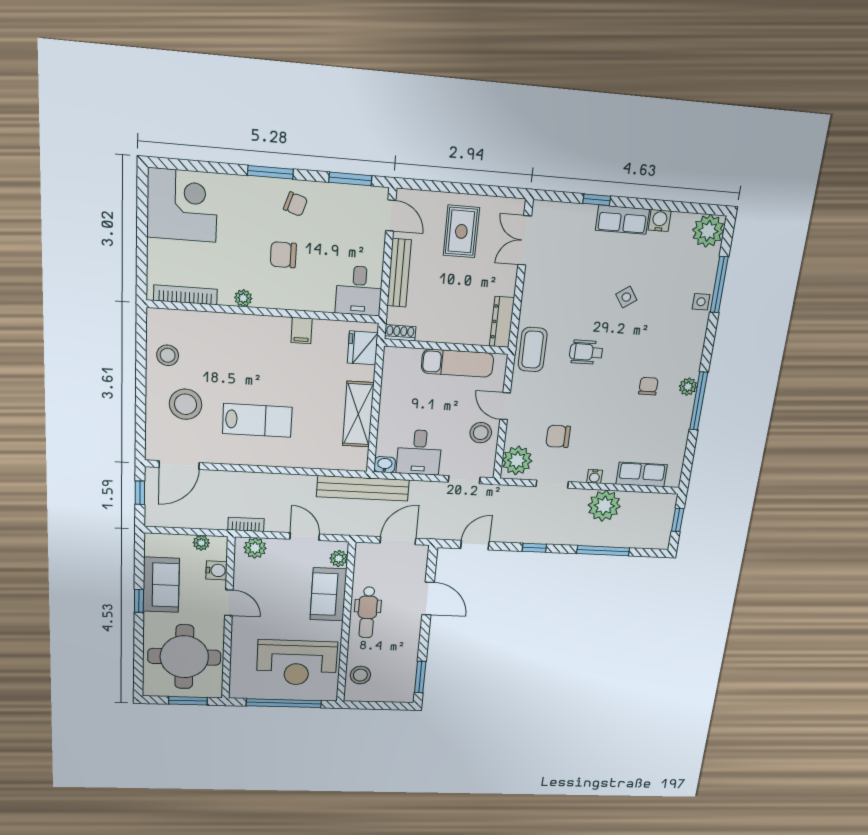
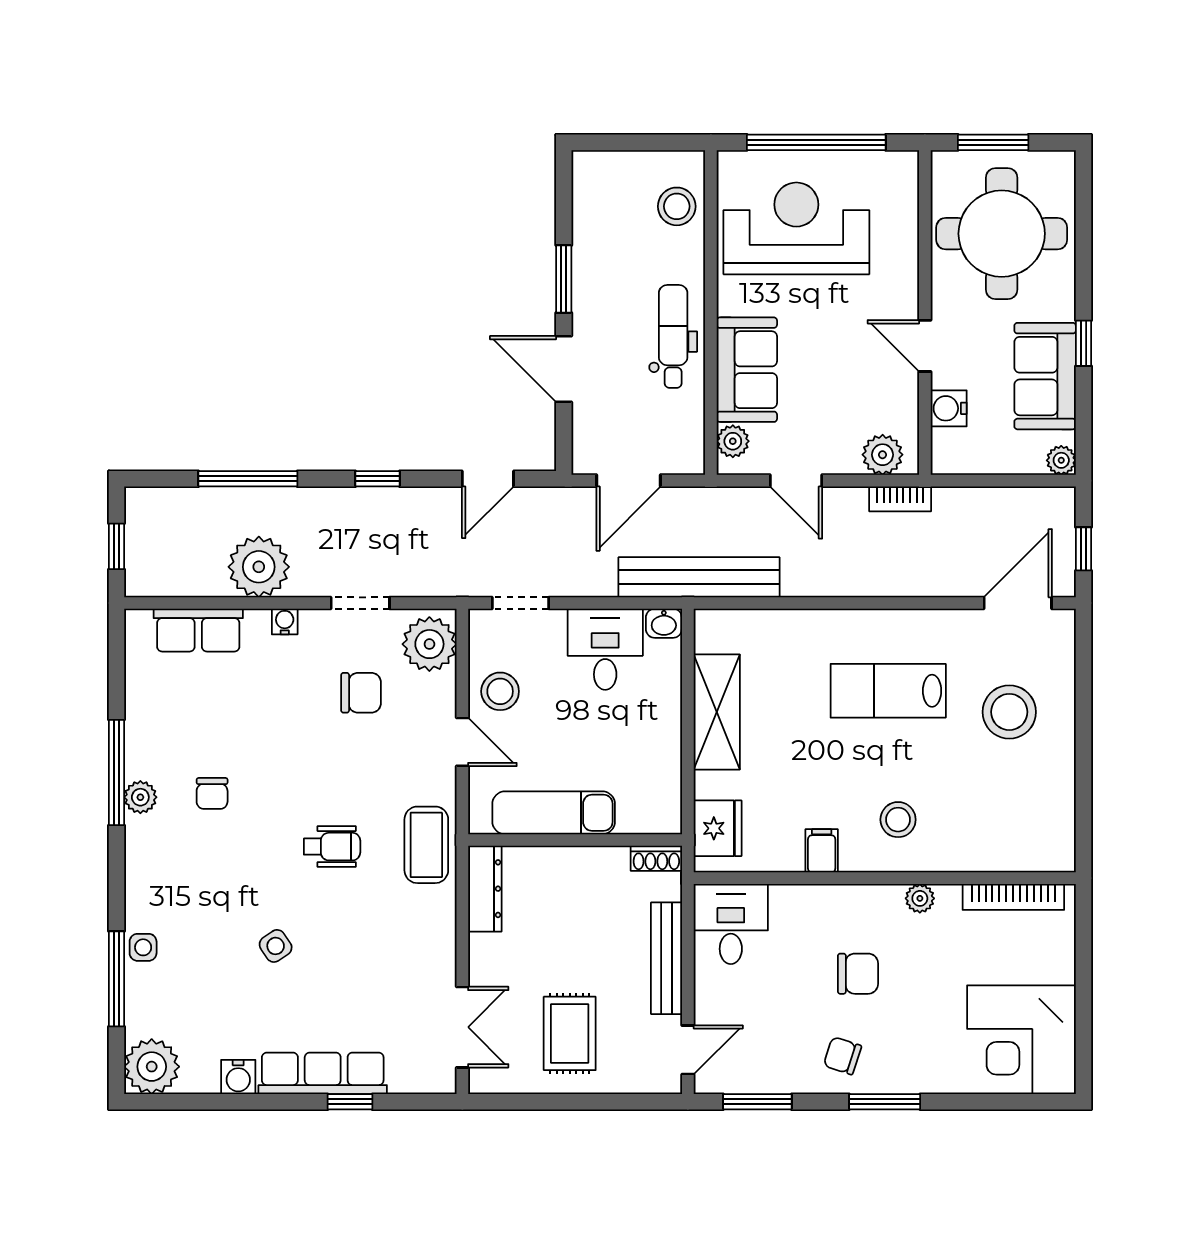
door: (391, 215) -> (688, 1050), swing flipped
row of seats: (622, 220) -> (323, 1073), width x1.48
stool: (168, 355) -> (898, 820), moved
plant: (201, 543) -> (1061, 460), moved
window: (420, 677) -> (564, 279), moved

